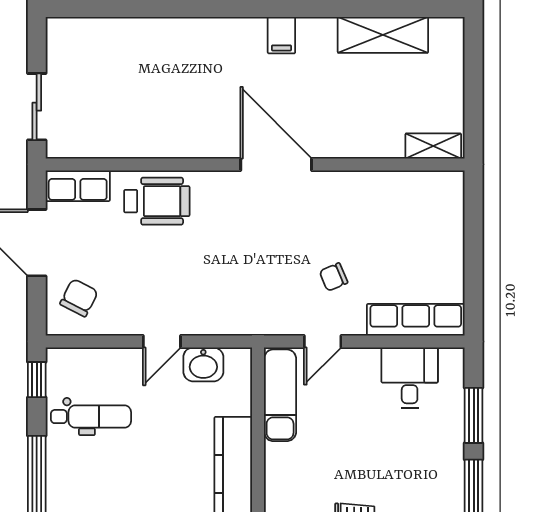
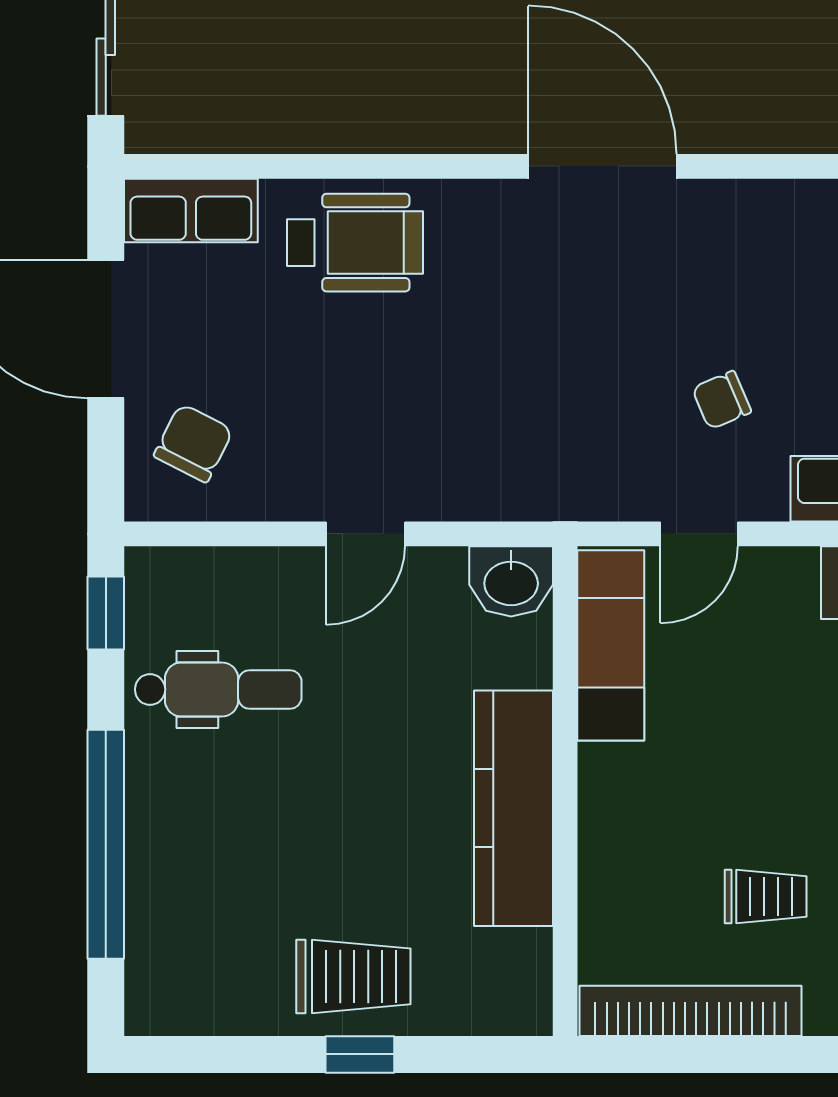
washbasin: (203, 364) -> (511, 581), moved

